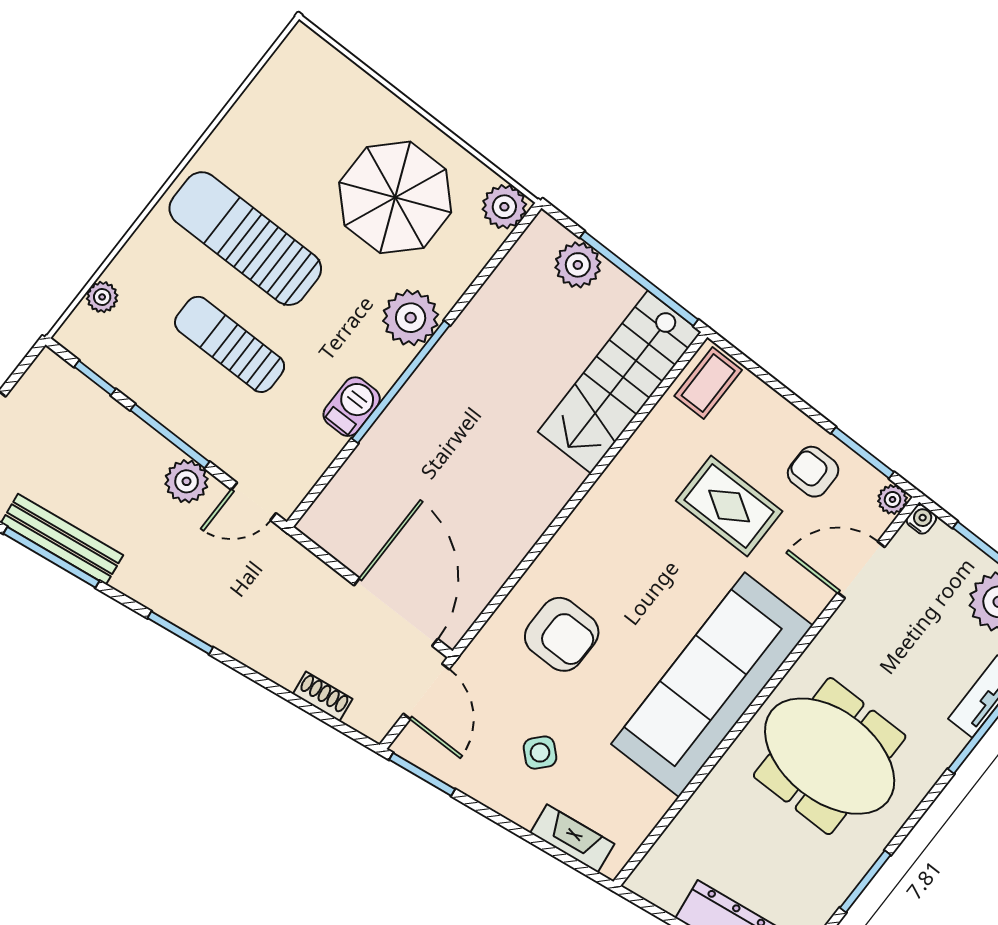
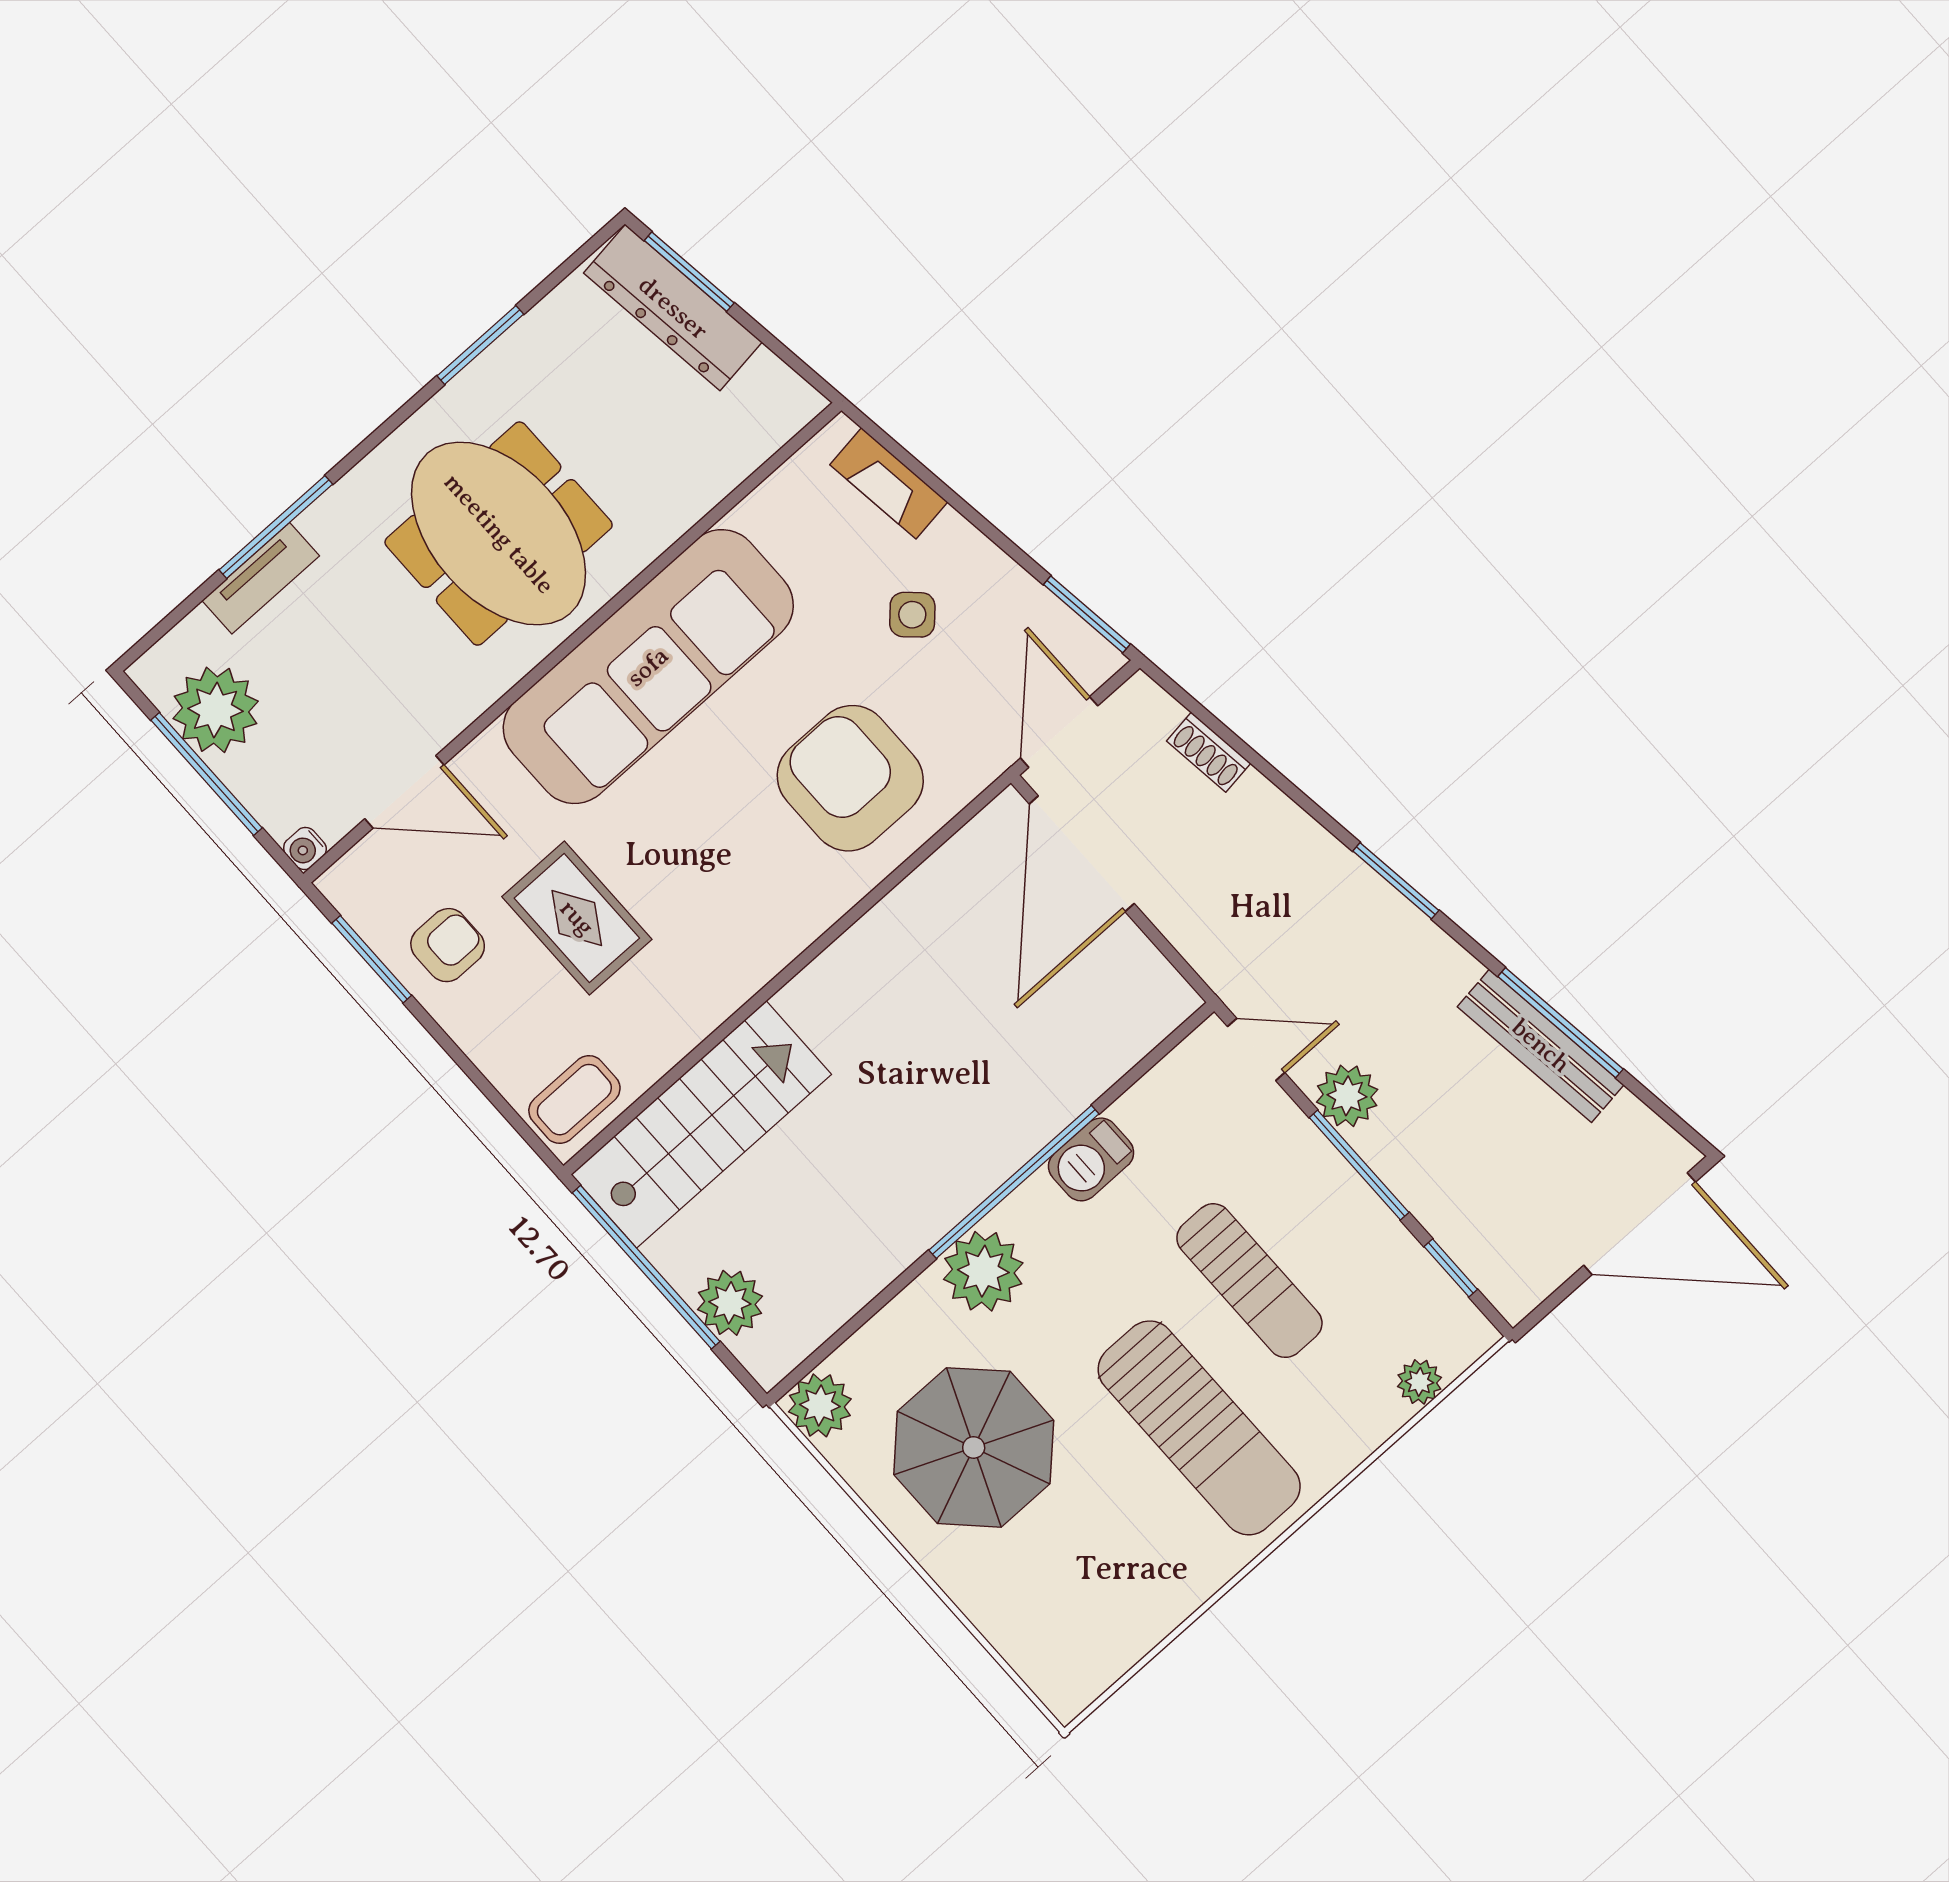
armchair: (813, 472) -> (448, 945), turned -90
plant: (892, 499) -> (341, 884), removed
armchair: (562, 634) -> (850, 778), width x1.36, depth x1.36

